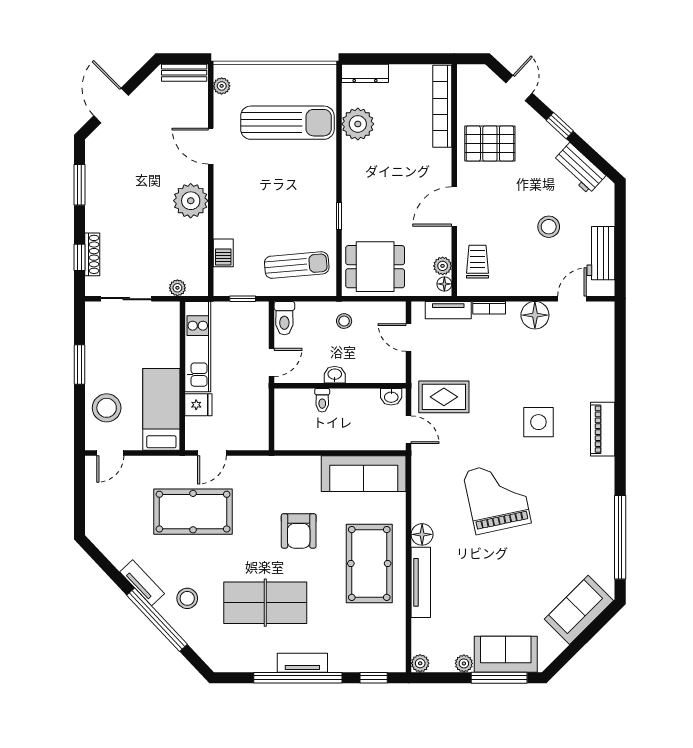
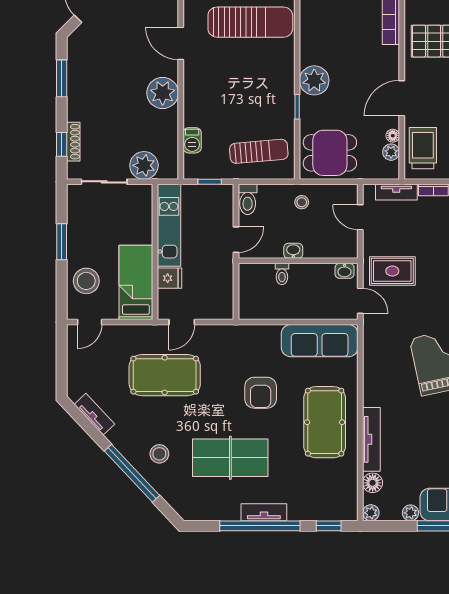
plant: (358, 124) -> (314, 80), moved
trolley: (477, 262) -> (423, 148), width x1.36, depth x1.39
floor lamp: (444, 284) -> (393, 136), moved
plant: (177, 288) -> (144, 165), width x1.88, depth x1.88
floor lamp: (422, 534) -> (373, 483), moved
tv unit: (142, 583) -> (94, 414), moved

